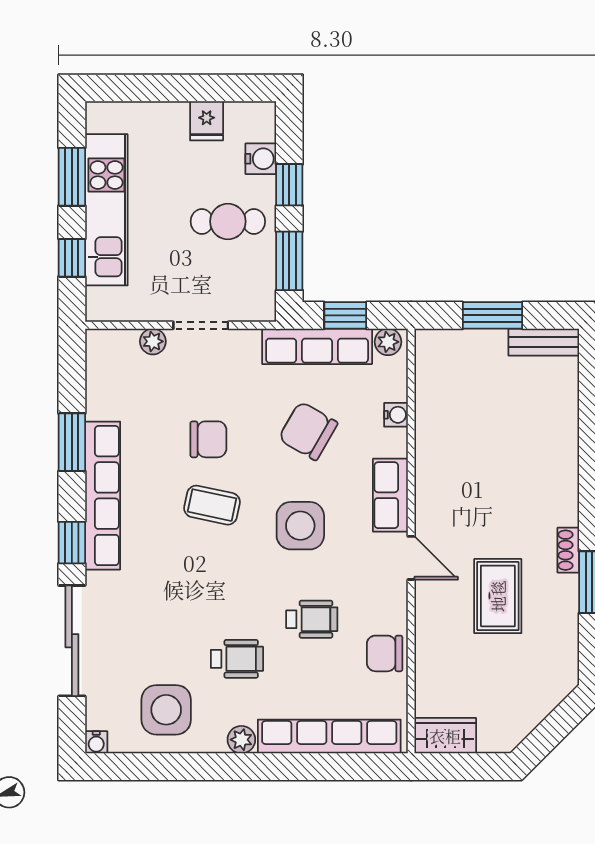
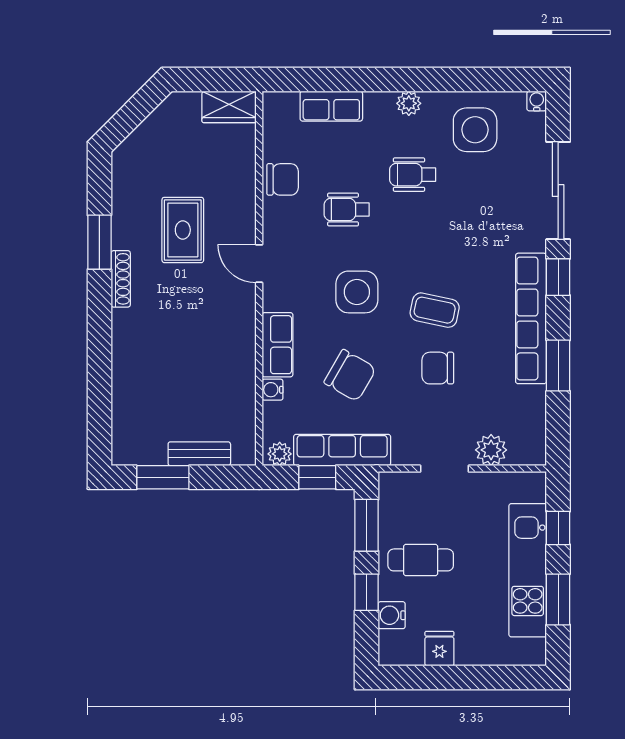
window: (492, 315) -> (163, 477), moved
plant: (153, 341) -> (491, 450), width x1.38, depth x1.38
bench: (544, 342) -> (199, 454), moved
row of seats: (390, 495) -> (277, 345), moved
shoe rack: (568, 550) -> (121, 279), width x1.43
row of seats: (329, 737) -> (331, 106), width x0.50

